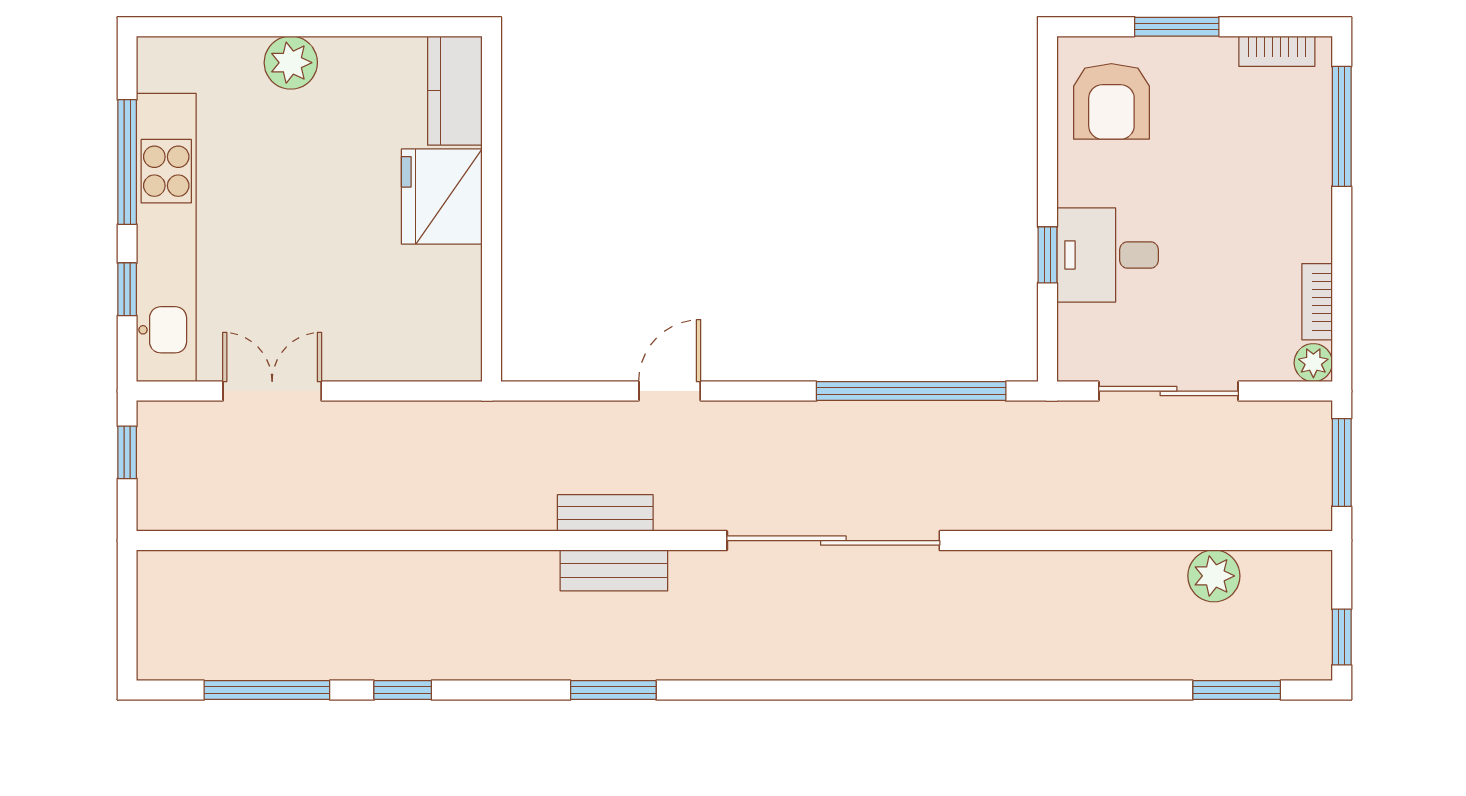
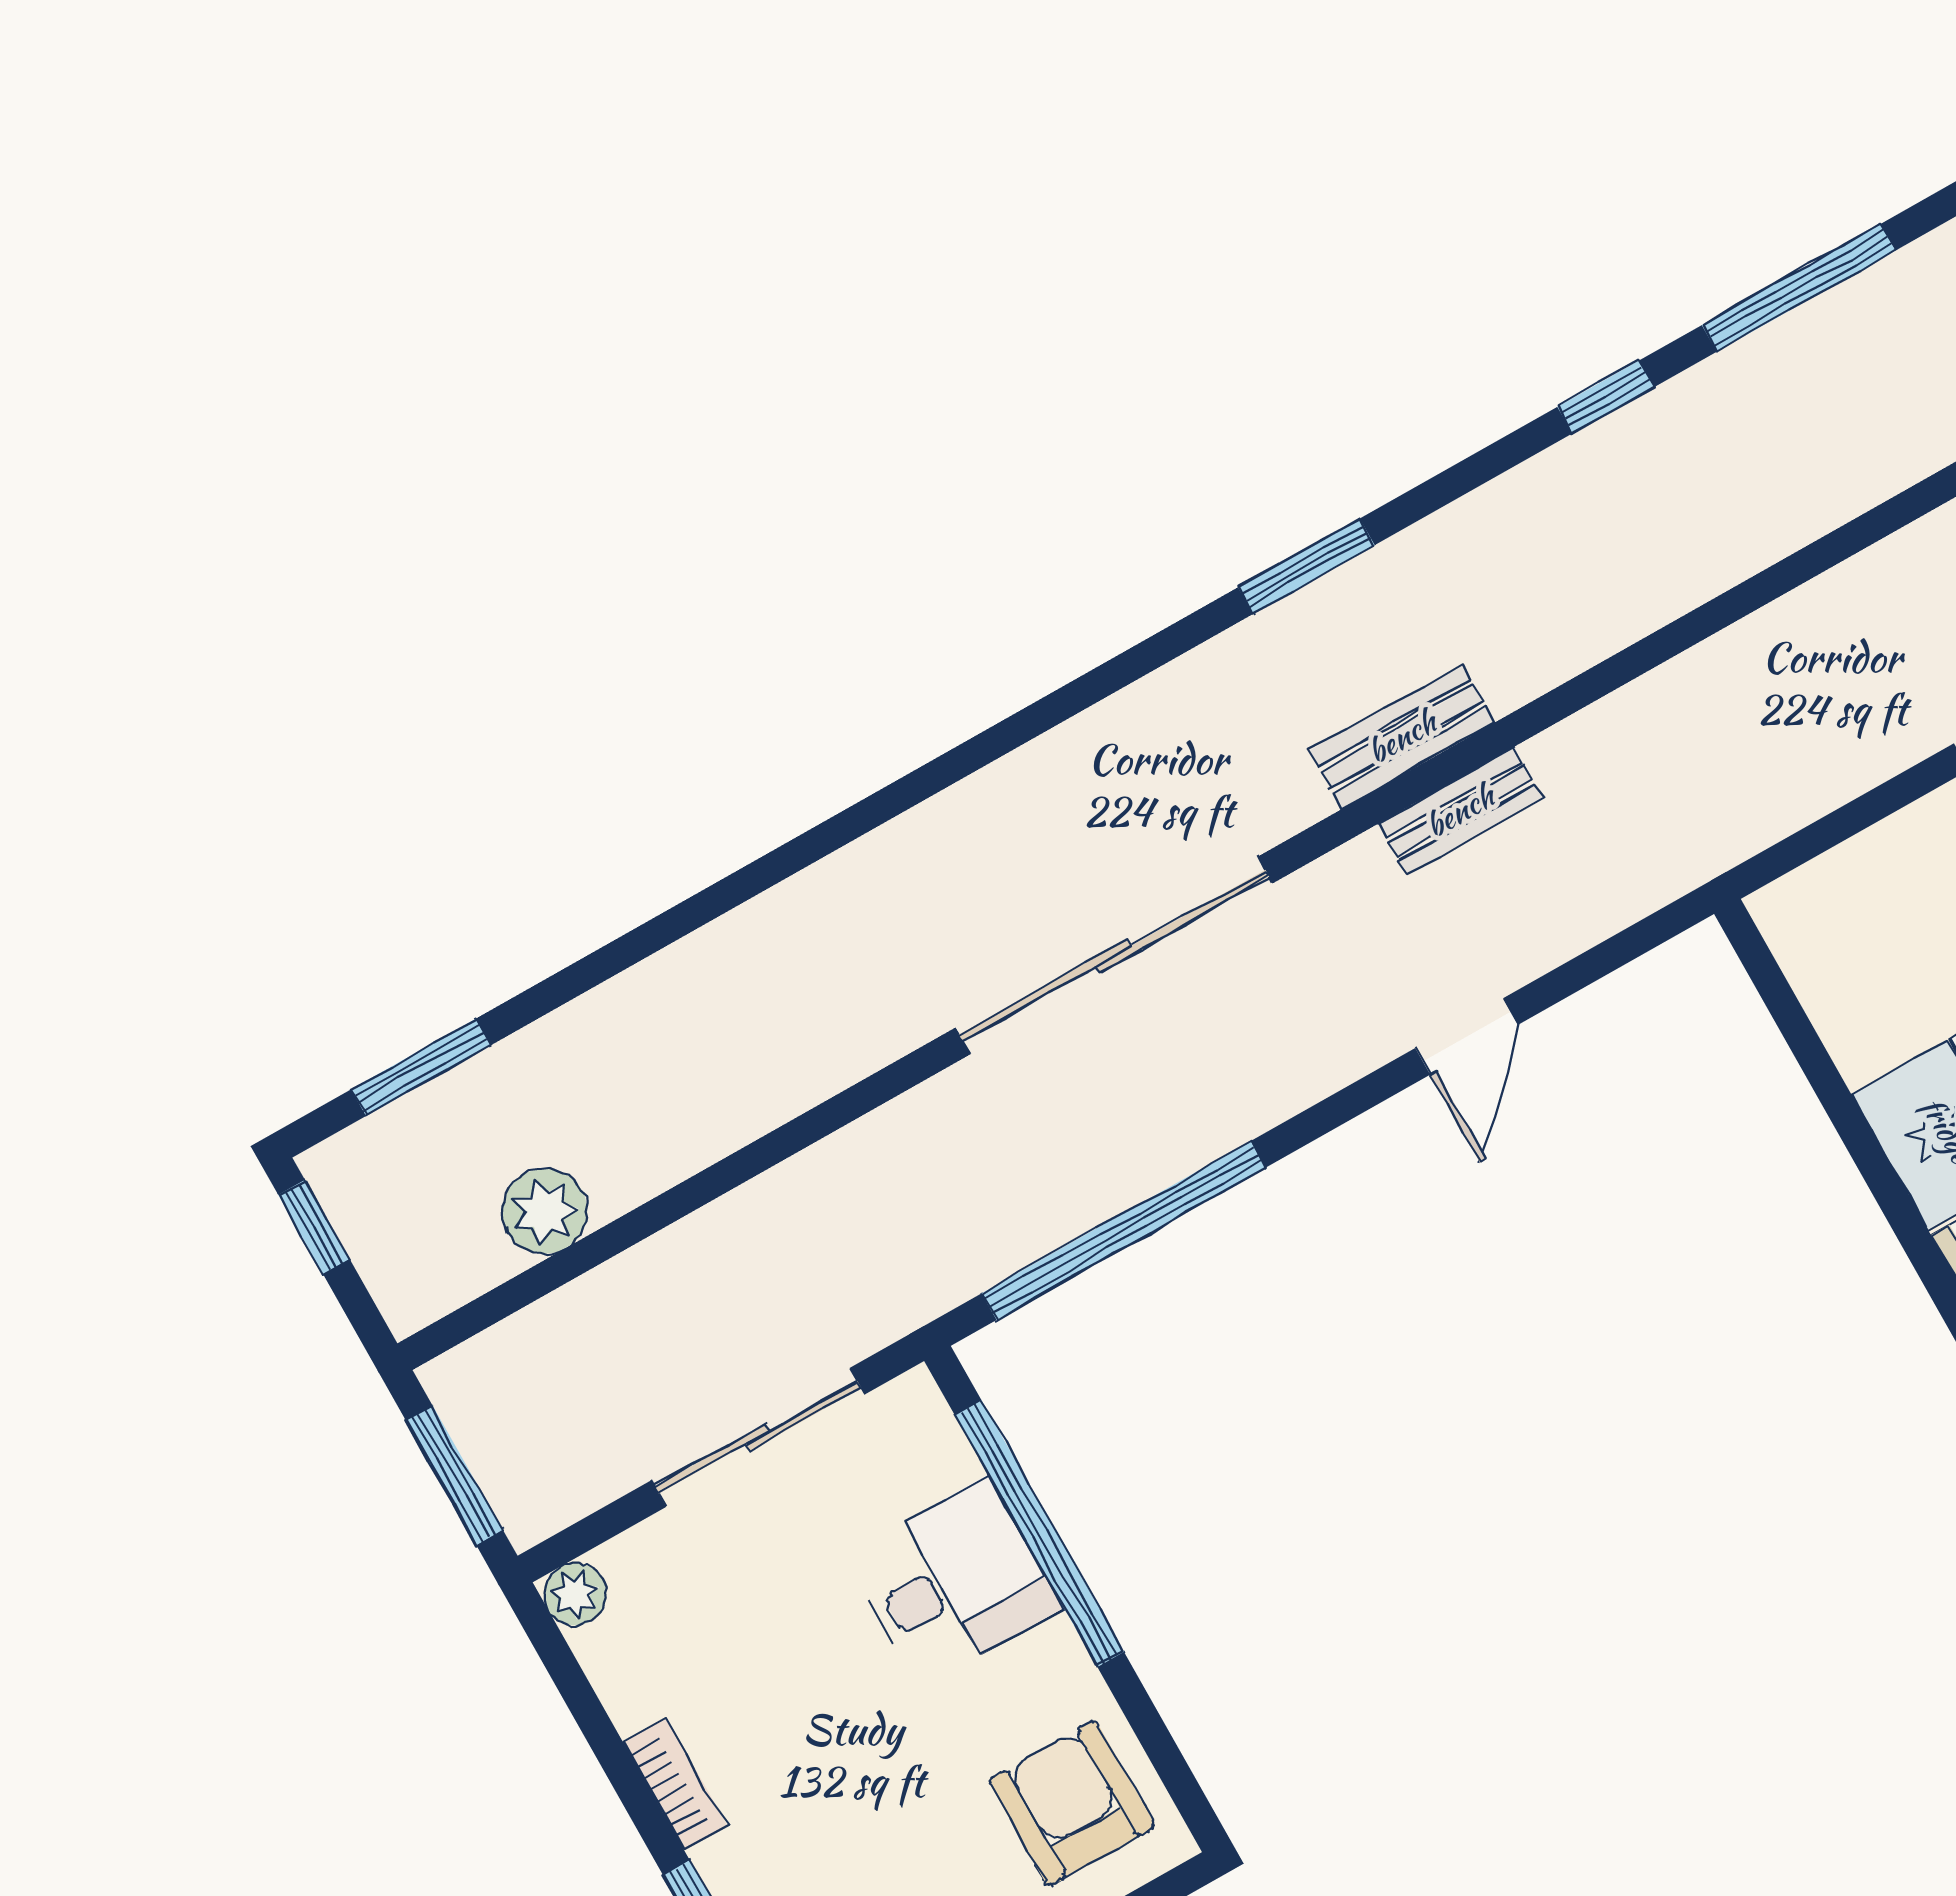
window: (1047, 255) -> (1039, 1534), width x3.17
bookcase: (1317, 302) -> (675, 1784), moved

